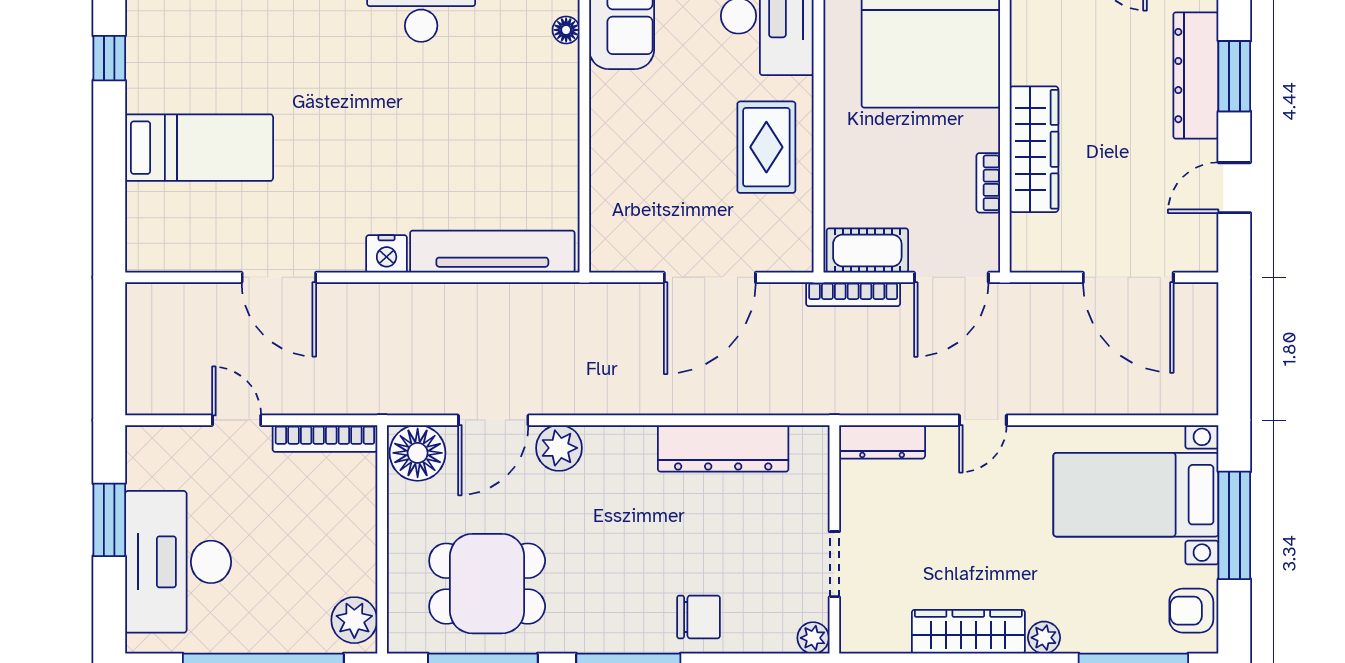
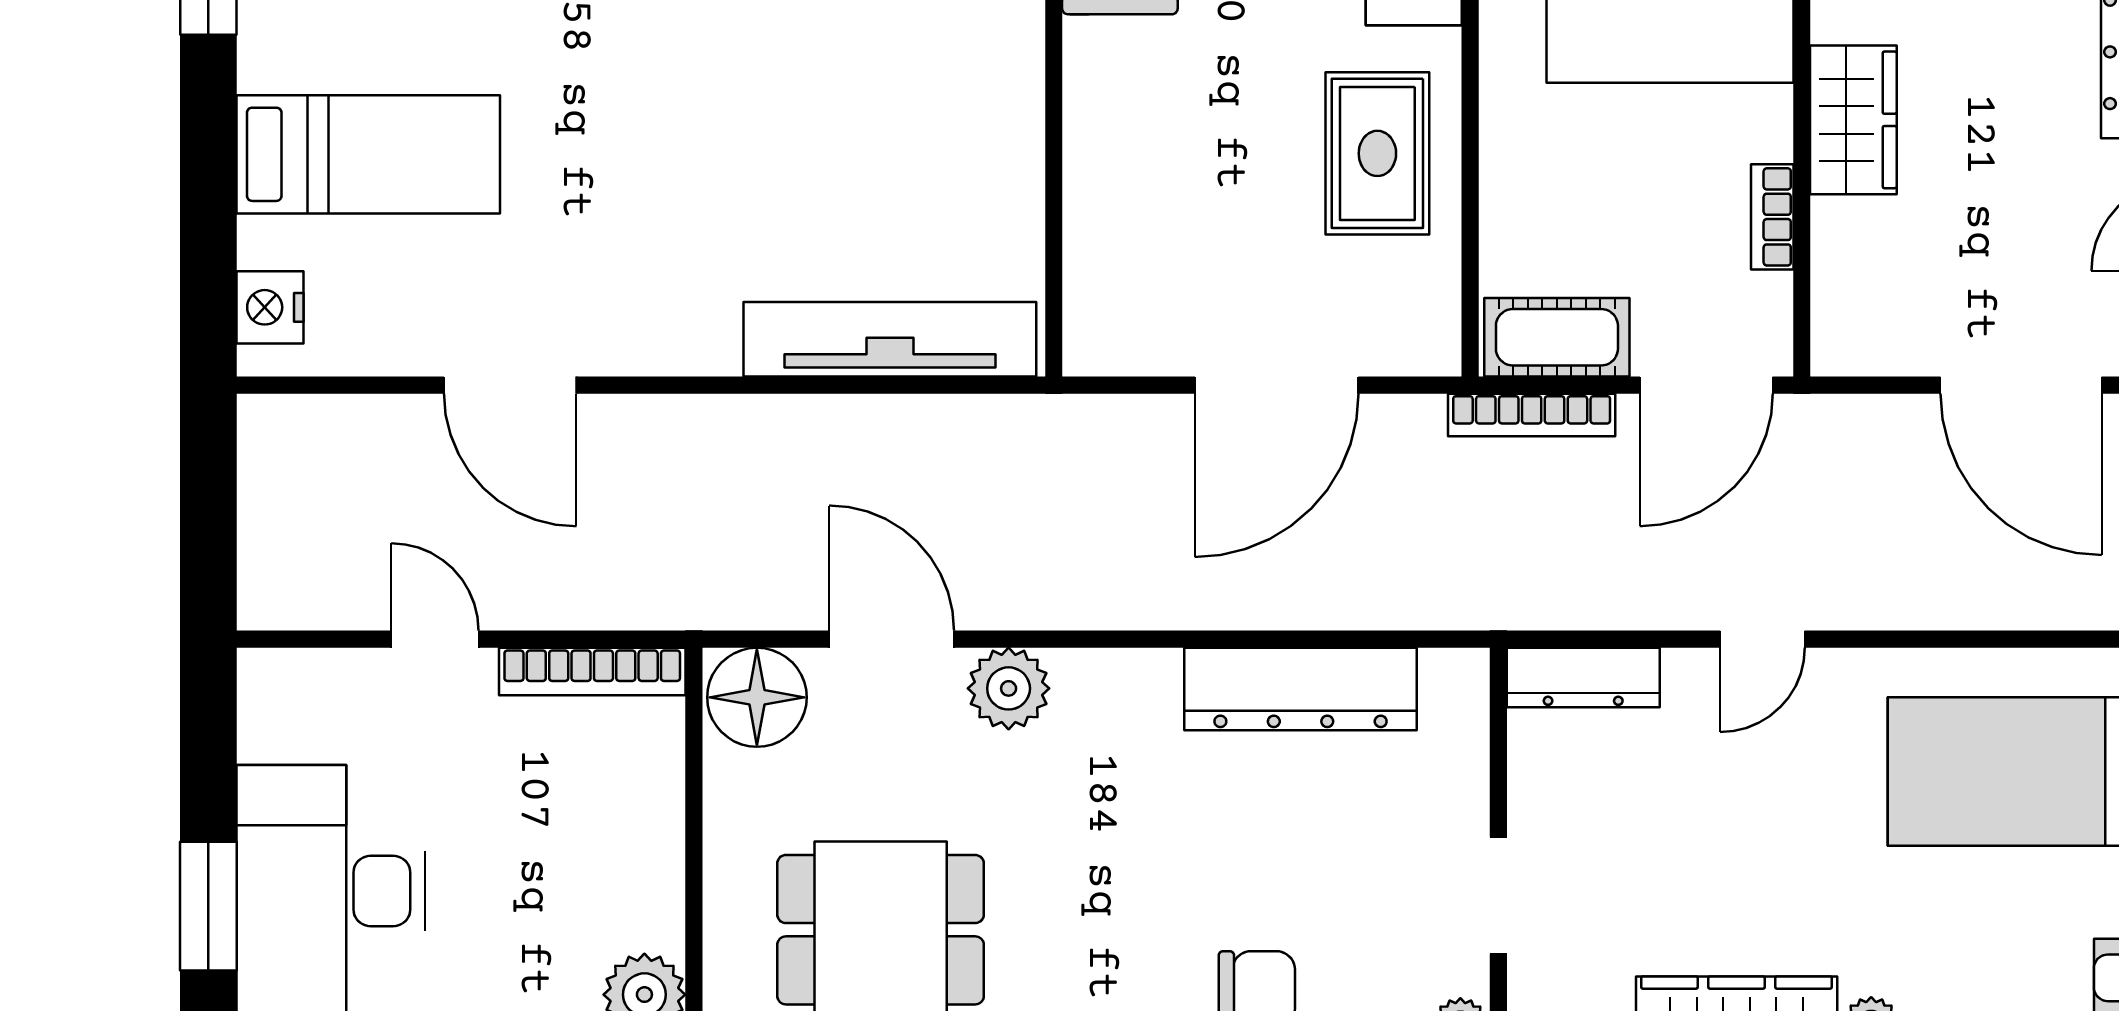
wardrobe: (1034, 149) -> (1853, 120), width x0.67
nightstand: (387, 254) -> (270, 307), moved, turned 90
door: (493, 420) -> (892, 639), swing flipped
window: (109, 520) -> (208, 906), moved

